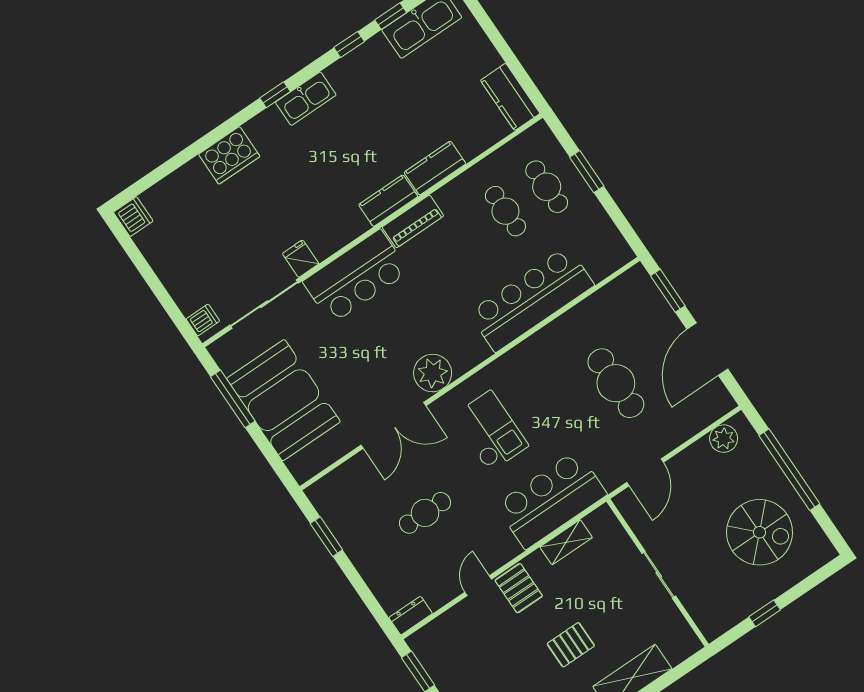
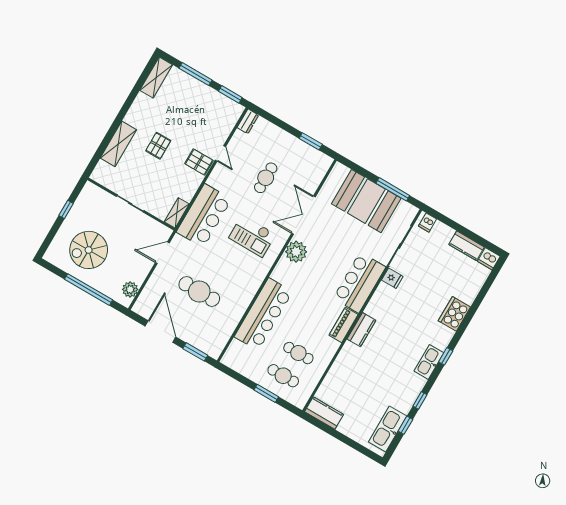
kitchen counter: (435, 168) -> (467, 246), moved, turned 90
door: (645, 472) -> (162, 253), hinge flipped
shelving: (566, 542) -> (177, 213), moved

